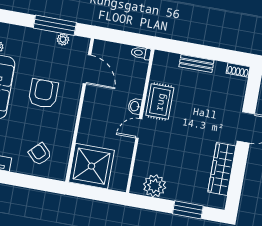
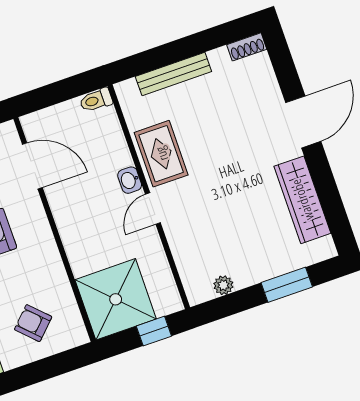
bench: (196, 63) -> (173, 74), width x1.36
plant: (155, 186) -> (223, 285), width x0.53, depth x0.53
window: (102, 195) -> (154, 331), added

